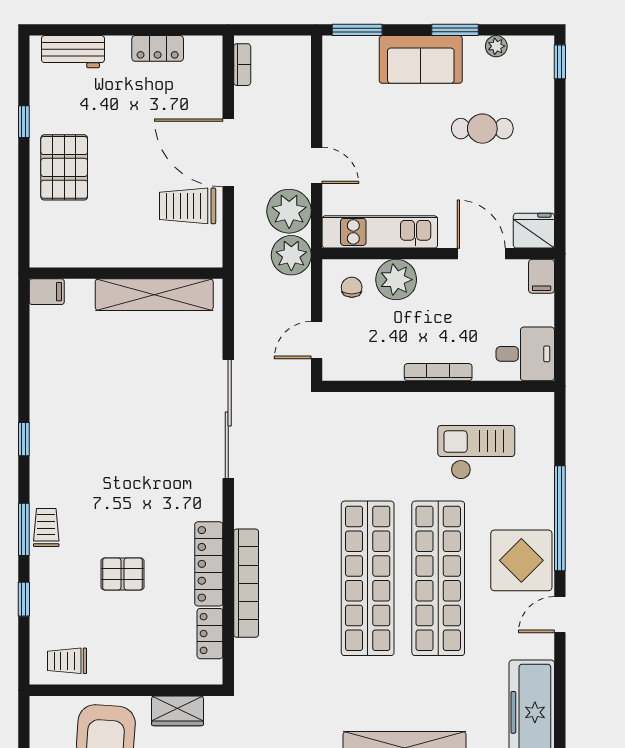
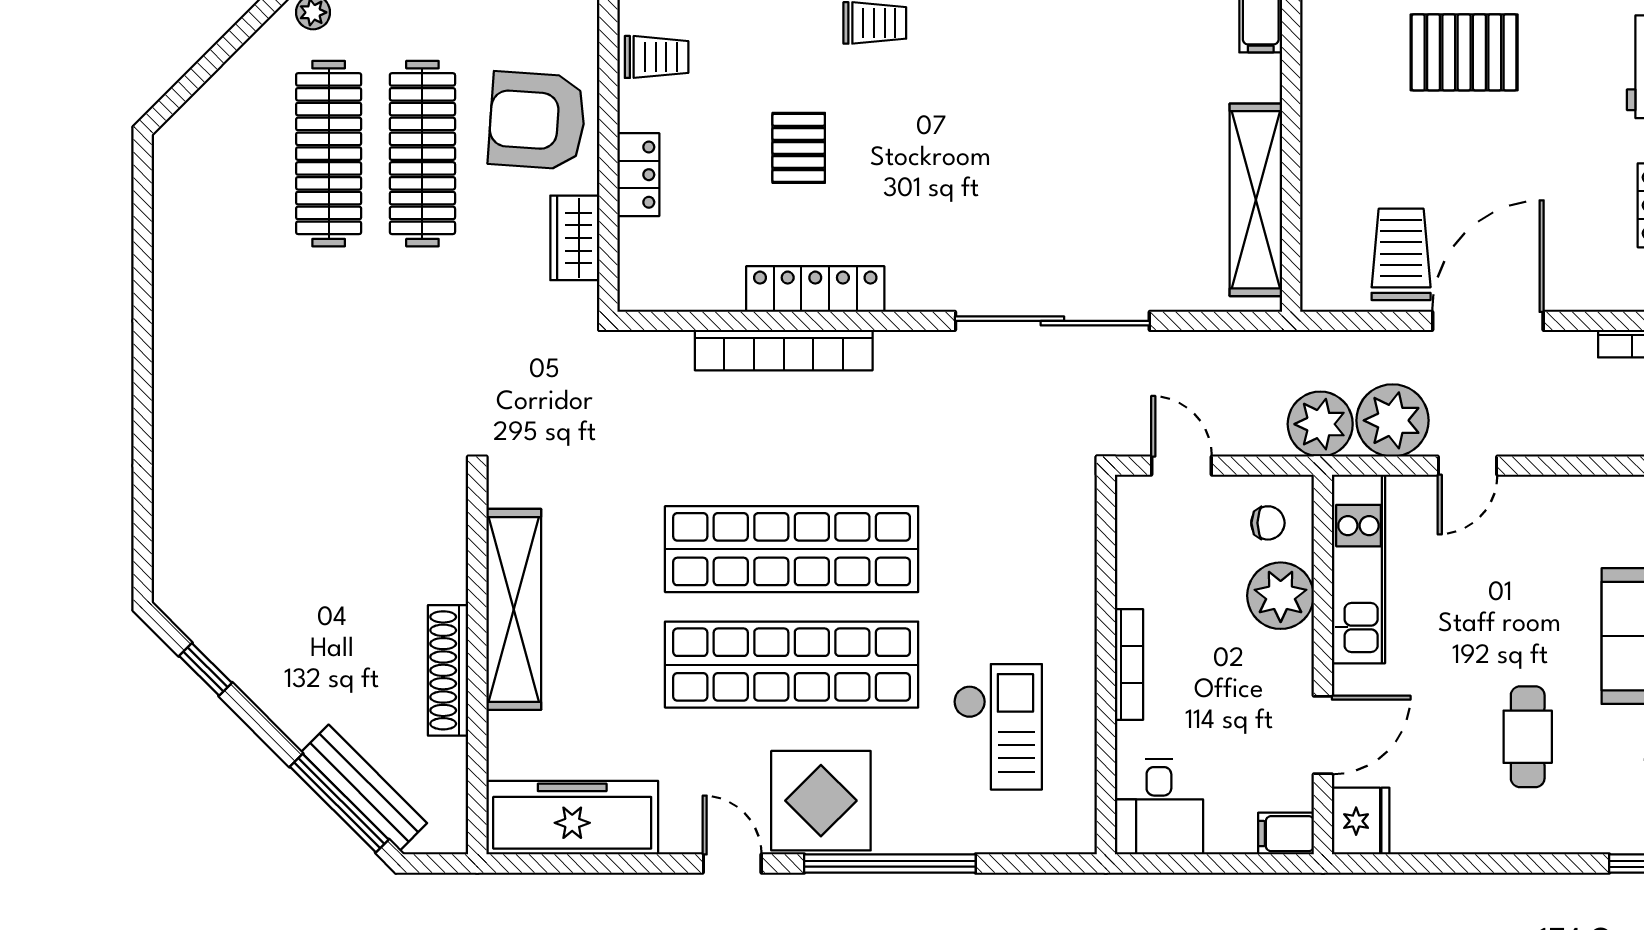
locker: (210, 634) -> (638, 175), moved, turned 90
trolley: (67, 661) -> (657, 57), turned 90

